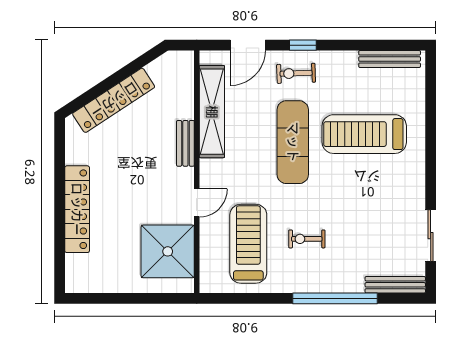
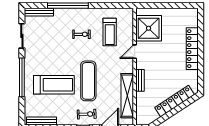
window: (431, 150) -> (22, 77), added
treadmill: (248, 244) -> (110, 32), width x0.73, depth x0.73

